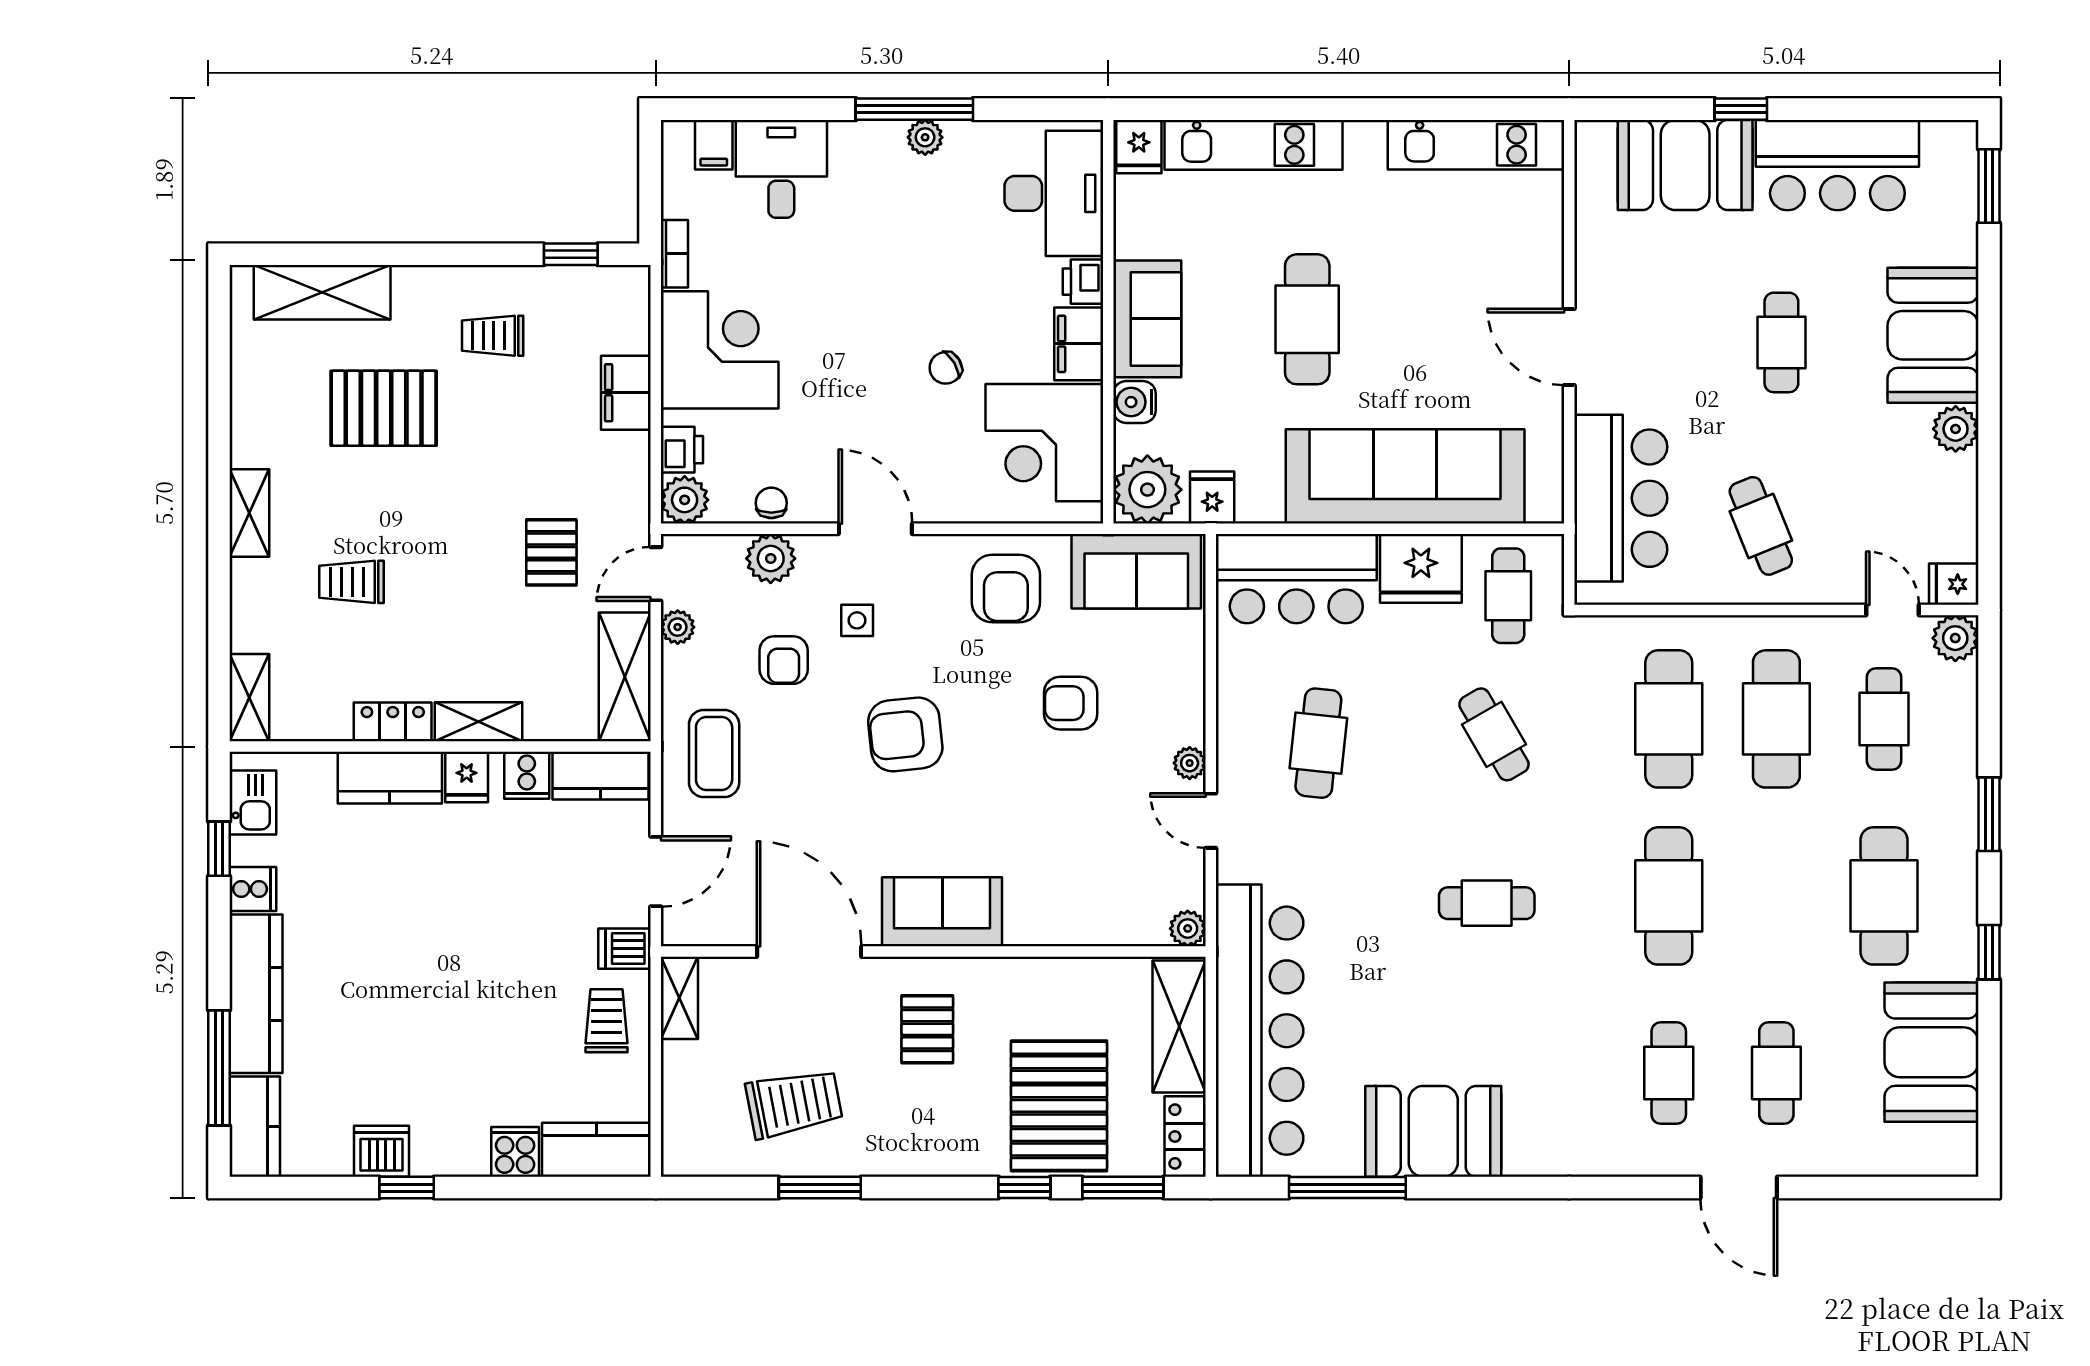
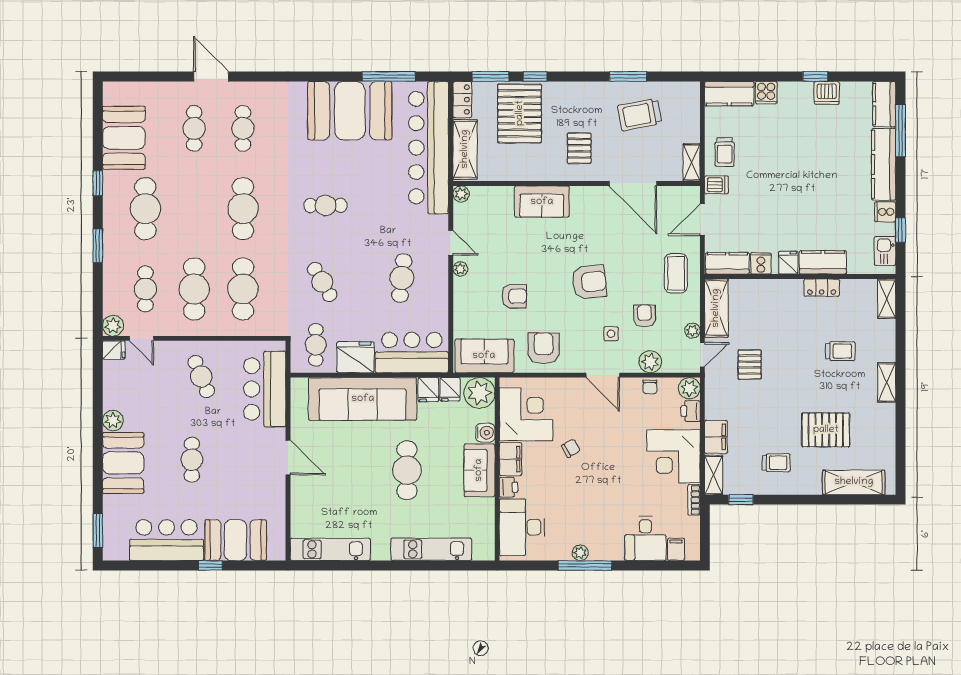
fridge: (1139, 147) -> (428, 390), moved, turned 180
shelving: (479, 722) -> (714, 475), moved, turned 90
sofa: (942, 912) -> (542, 202), moved
booth: (1433, 1131) -> (350, 111), width x1.36, depth x1.42

